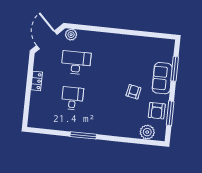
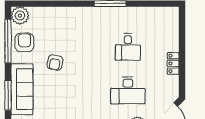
sofa: (162, 78) -> (22, 89), width x1.36
window: (170, 113) -> (8, 41), width x1.46
plant: (147, 132) -> (20, 16), moved

